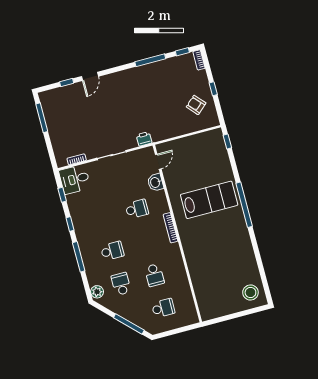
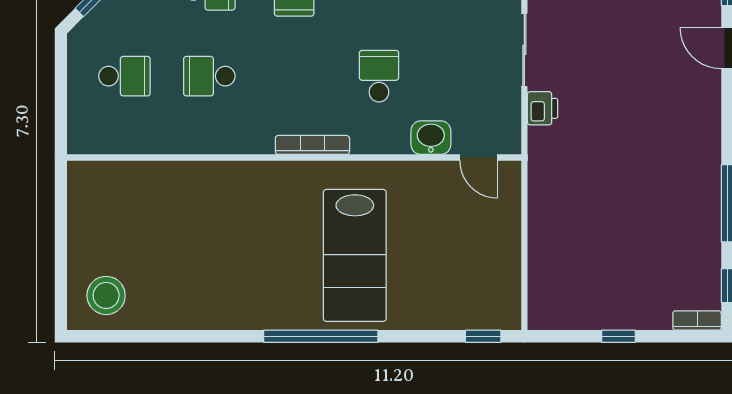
armchair: (196, 105) -> (591, 285), removed
printer: (144, 139) -> (543, 108), moved
school desk: (137, 209) -> (379, 76), turned 180
school desk: (163, 308) -> (124, 76), turned -90

